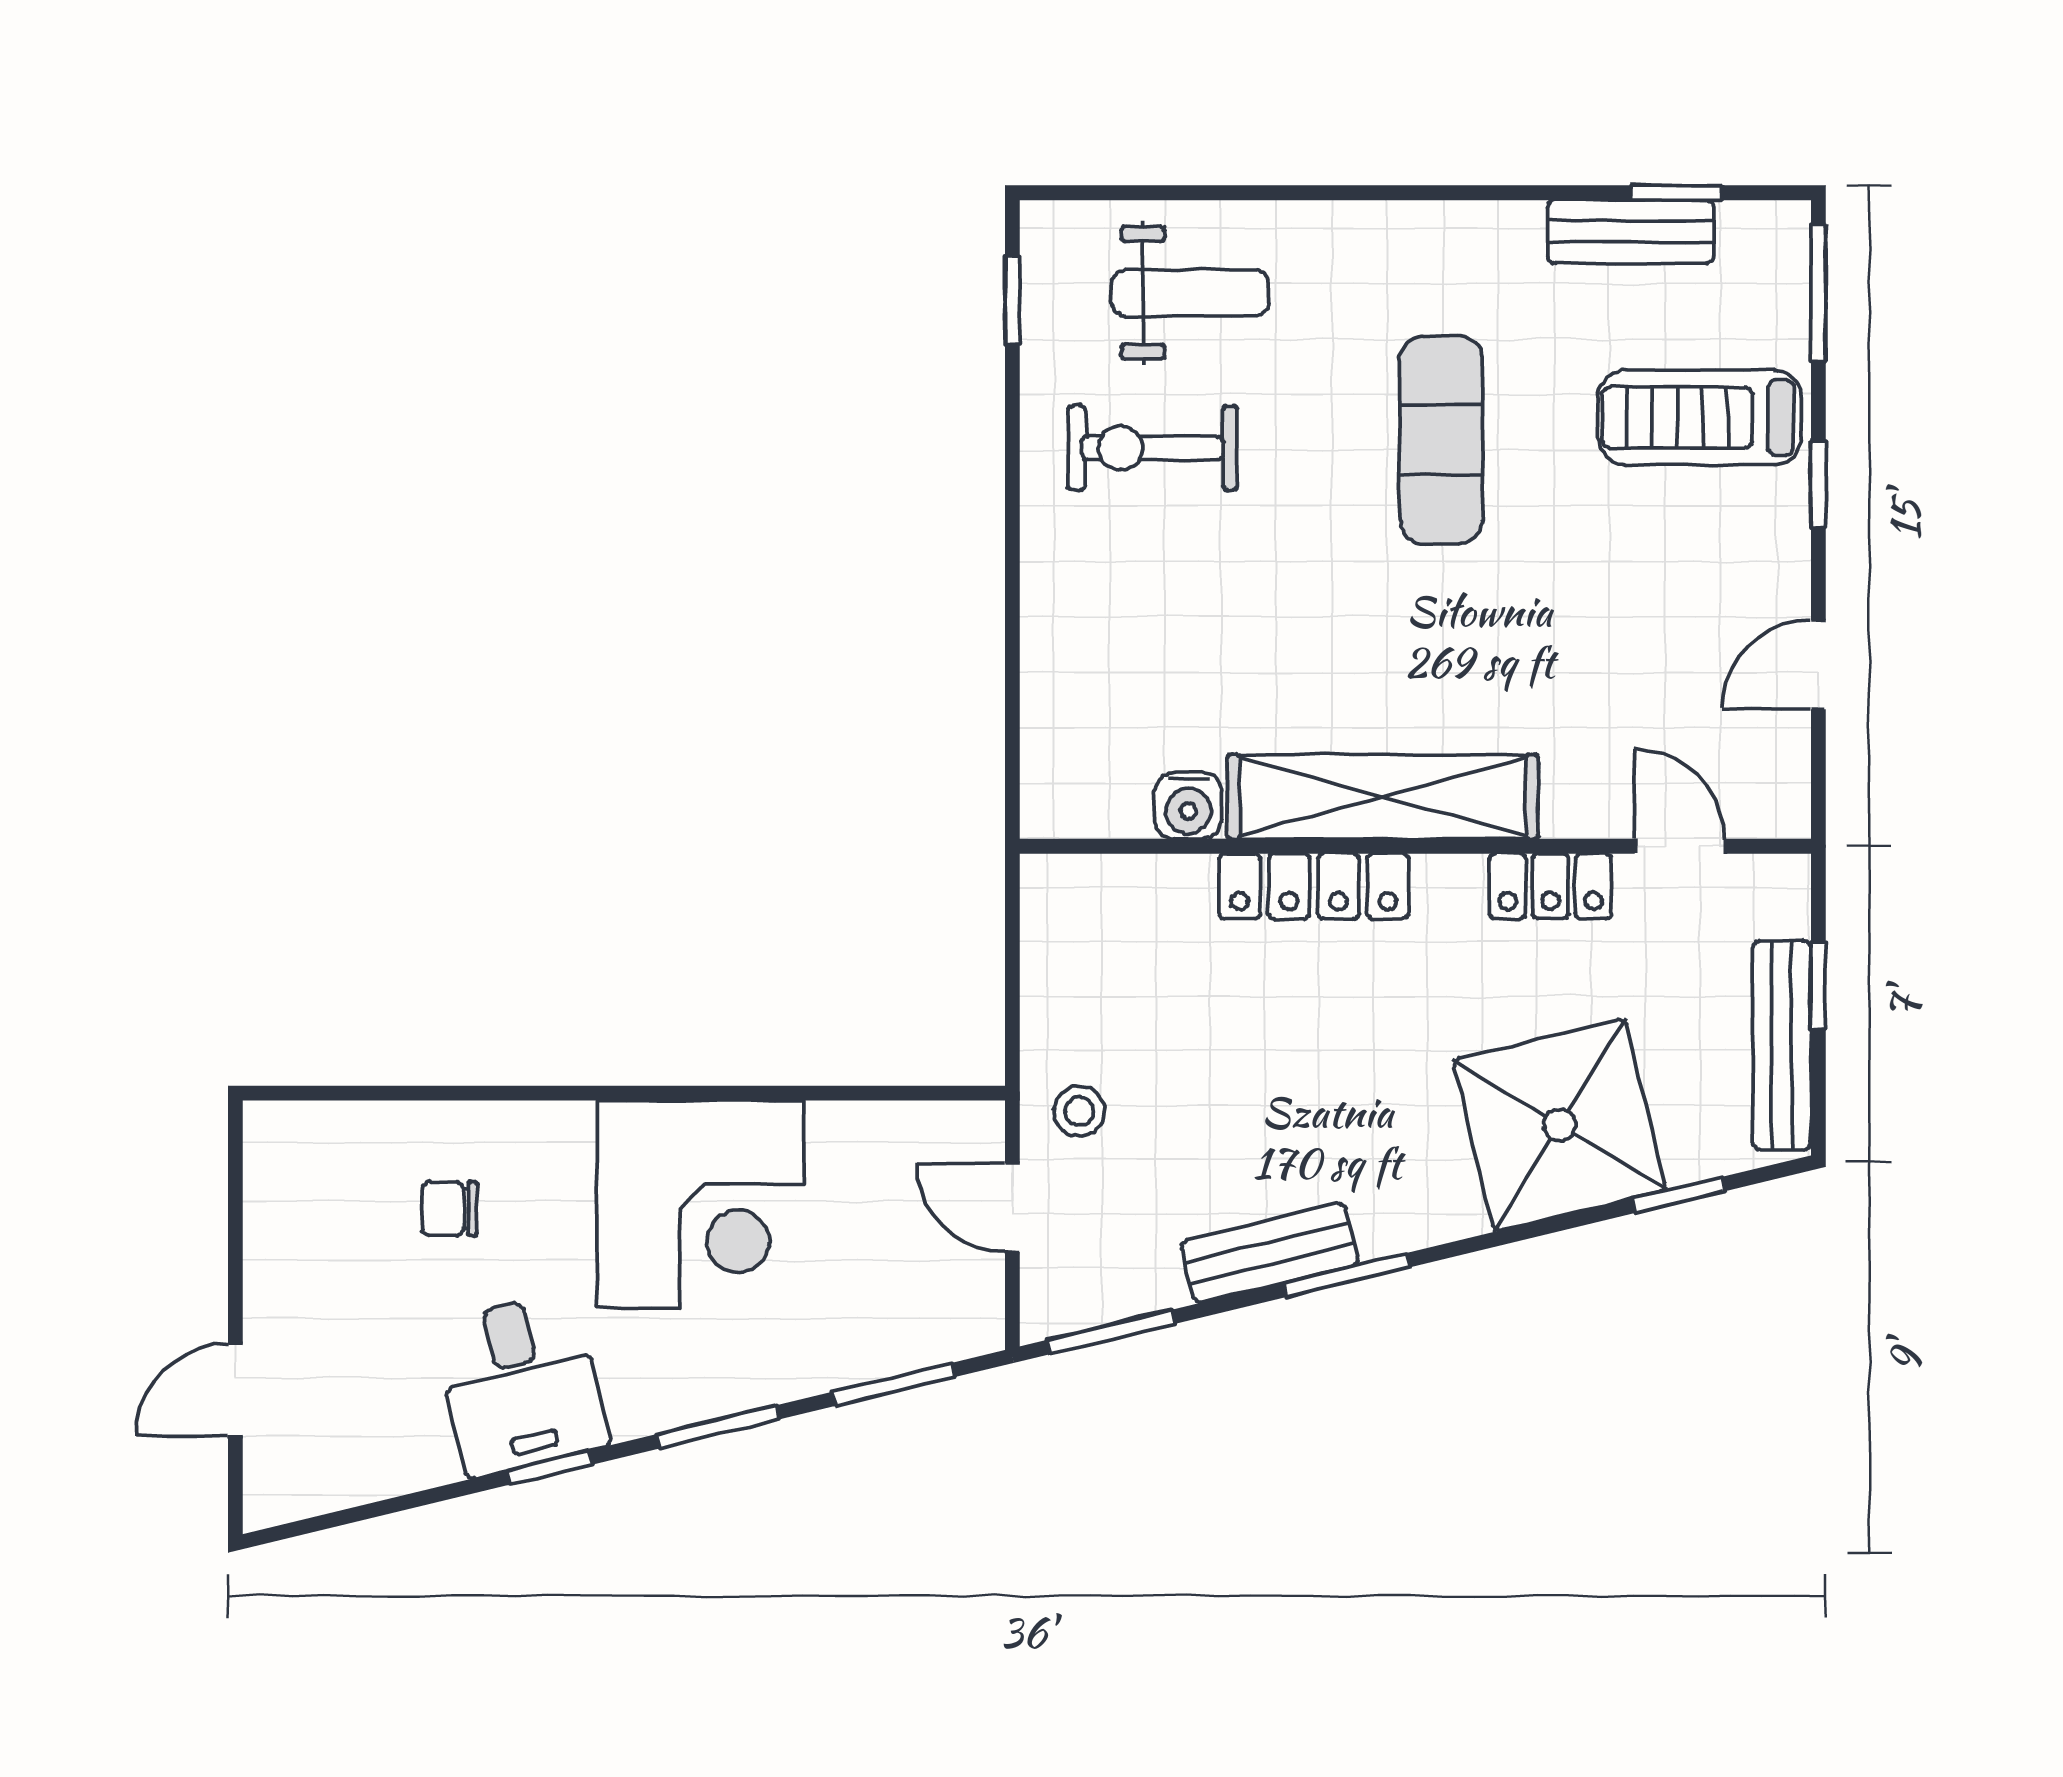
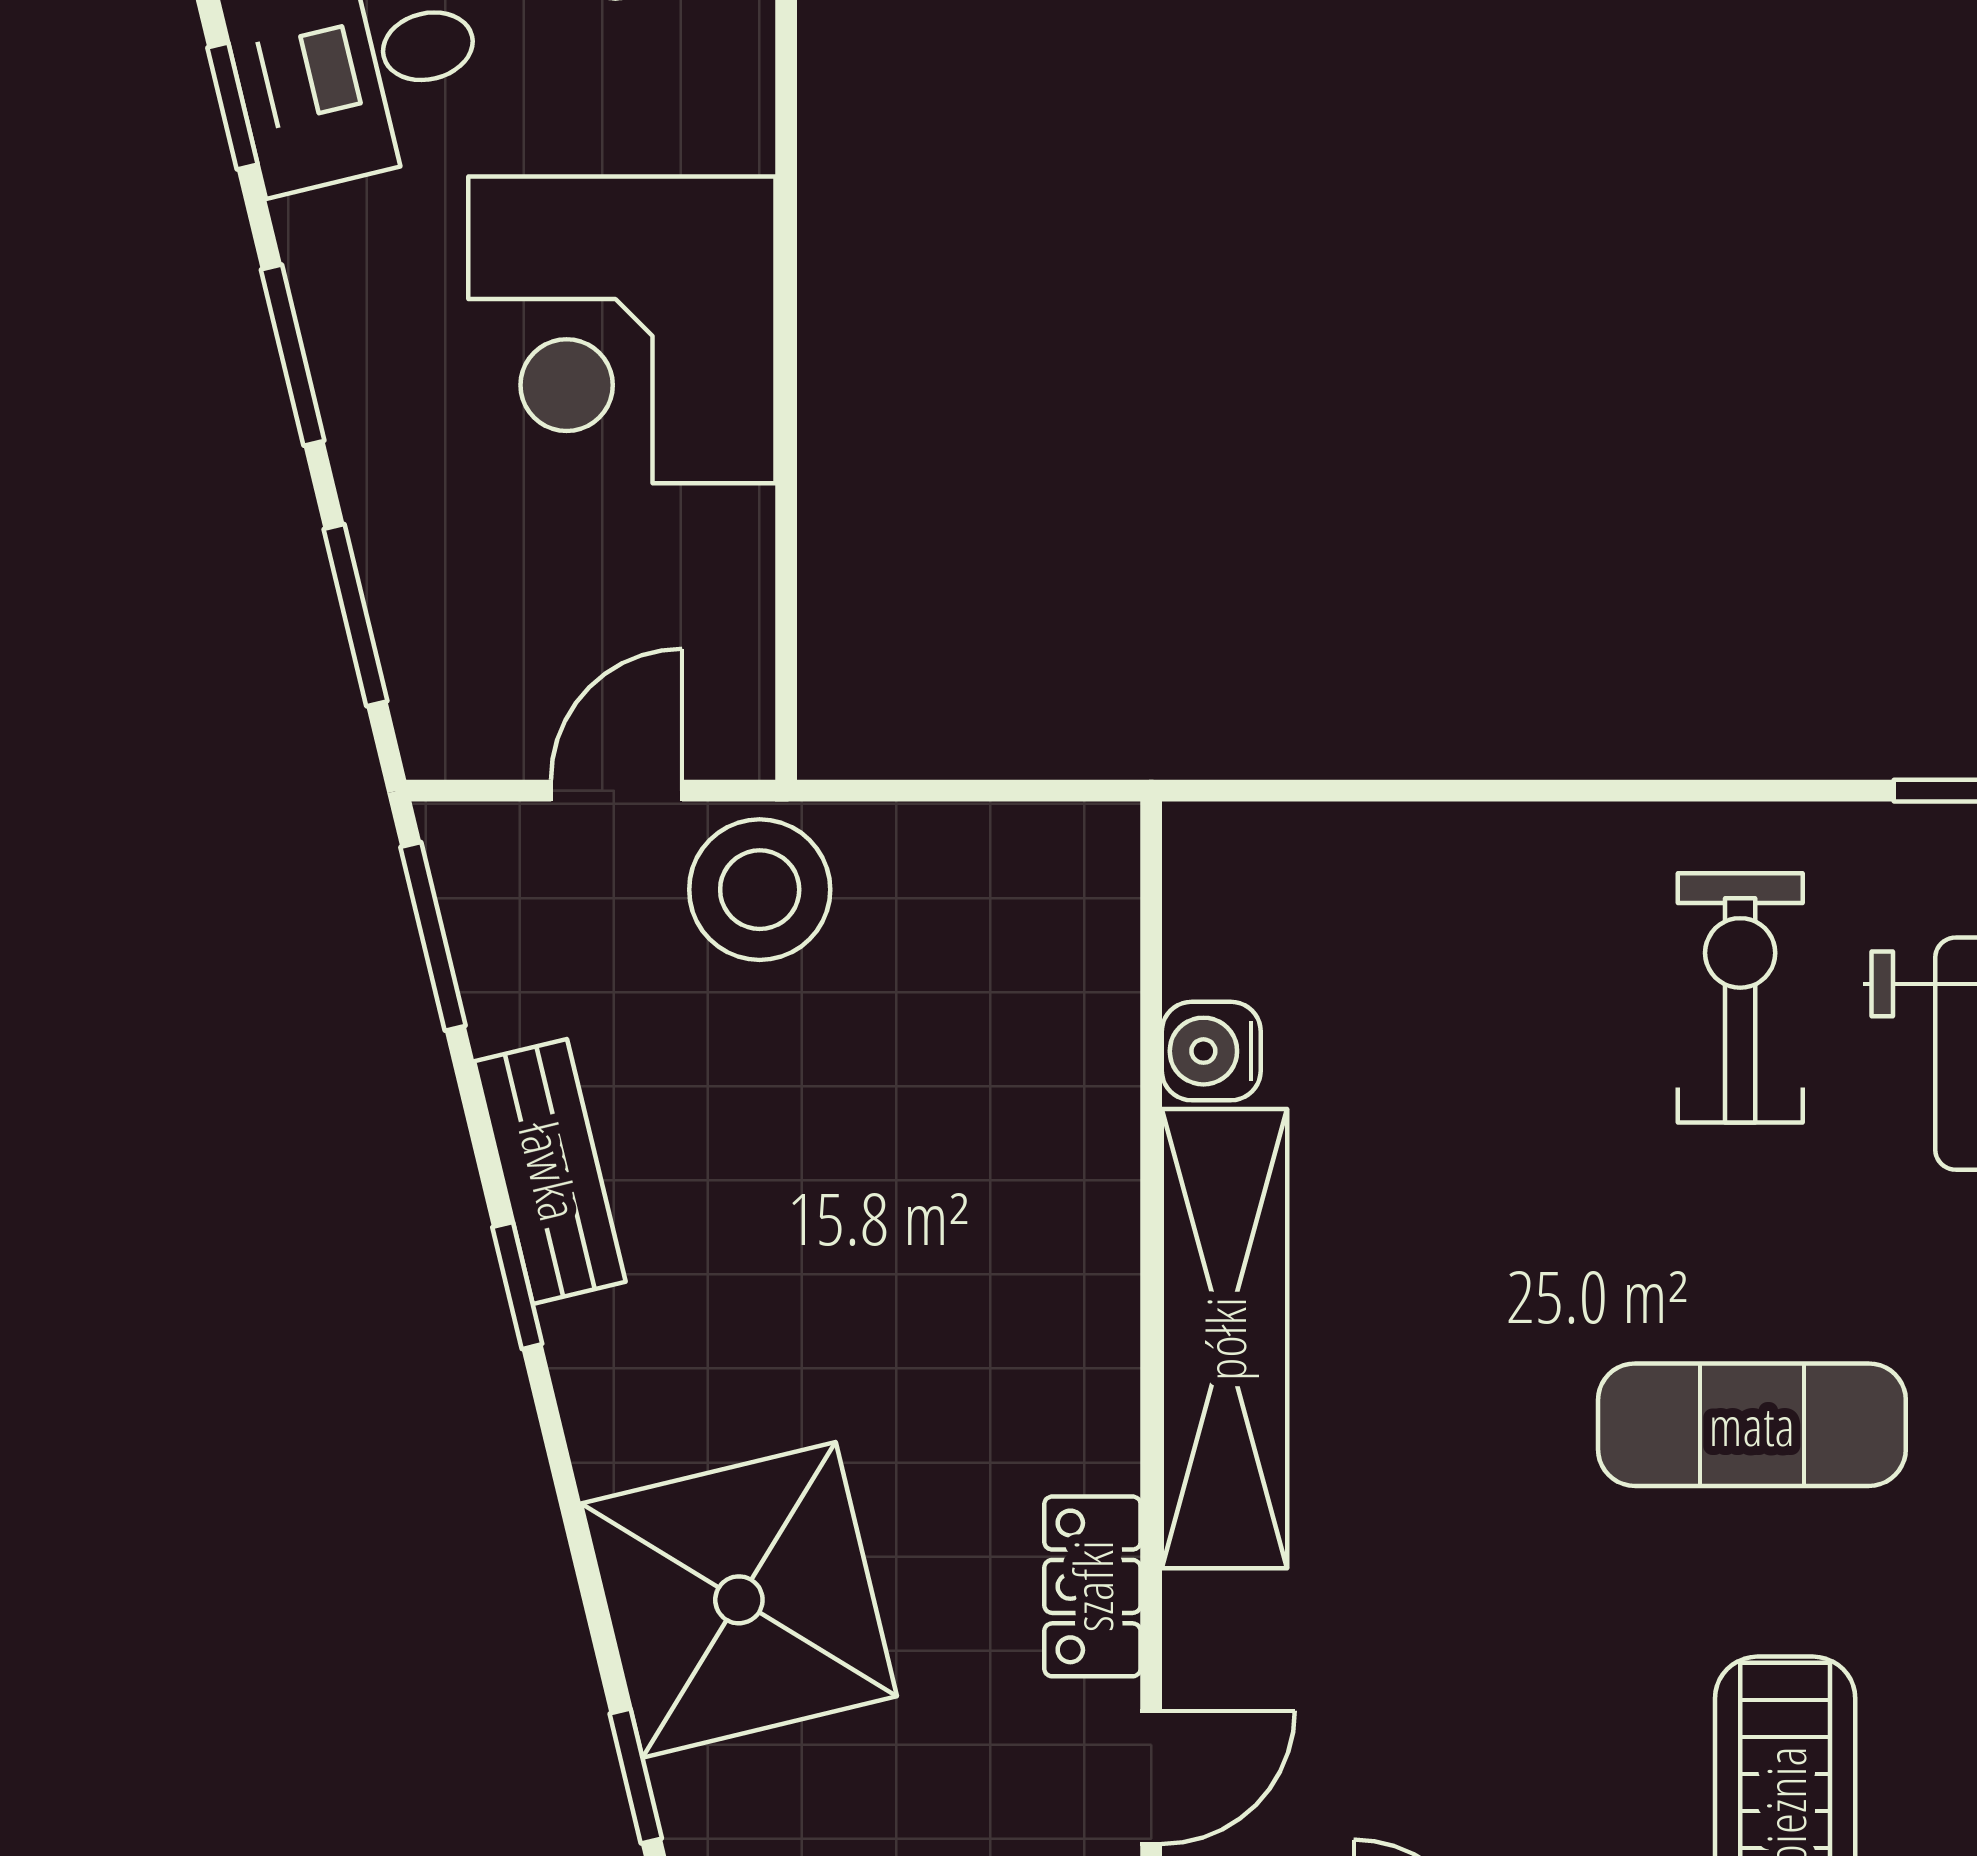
locker: (1314, 886) -> (1092, 1236), removed
stool: (1079, 1111) -> (760, 890), width x1.89, depth x1.89
window: (1347, 1275) -> (517, 1286), width x0.67

